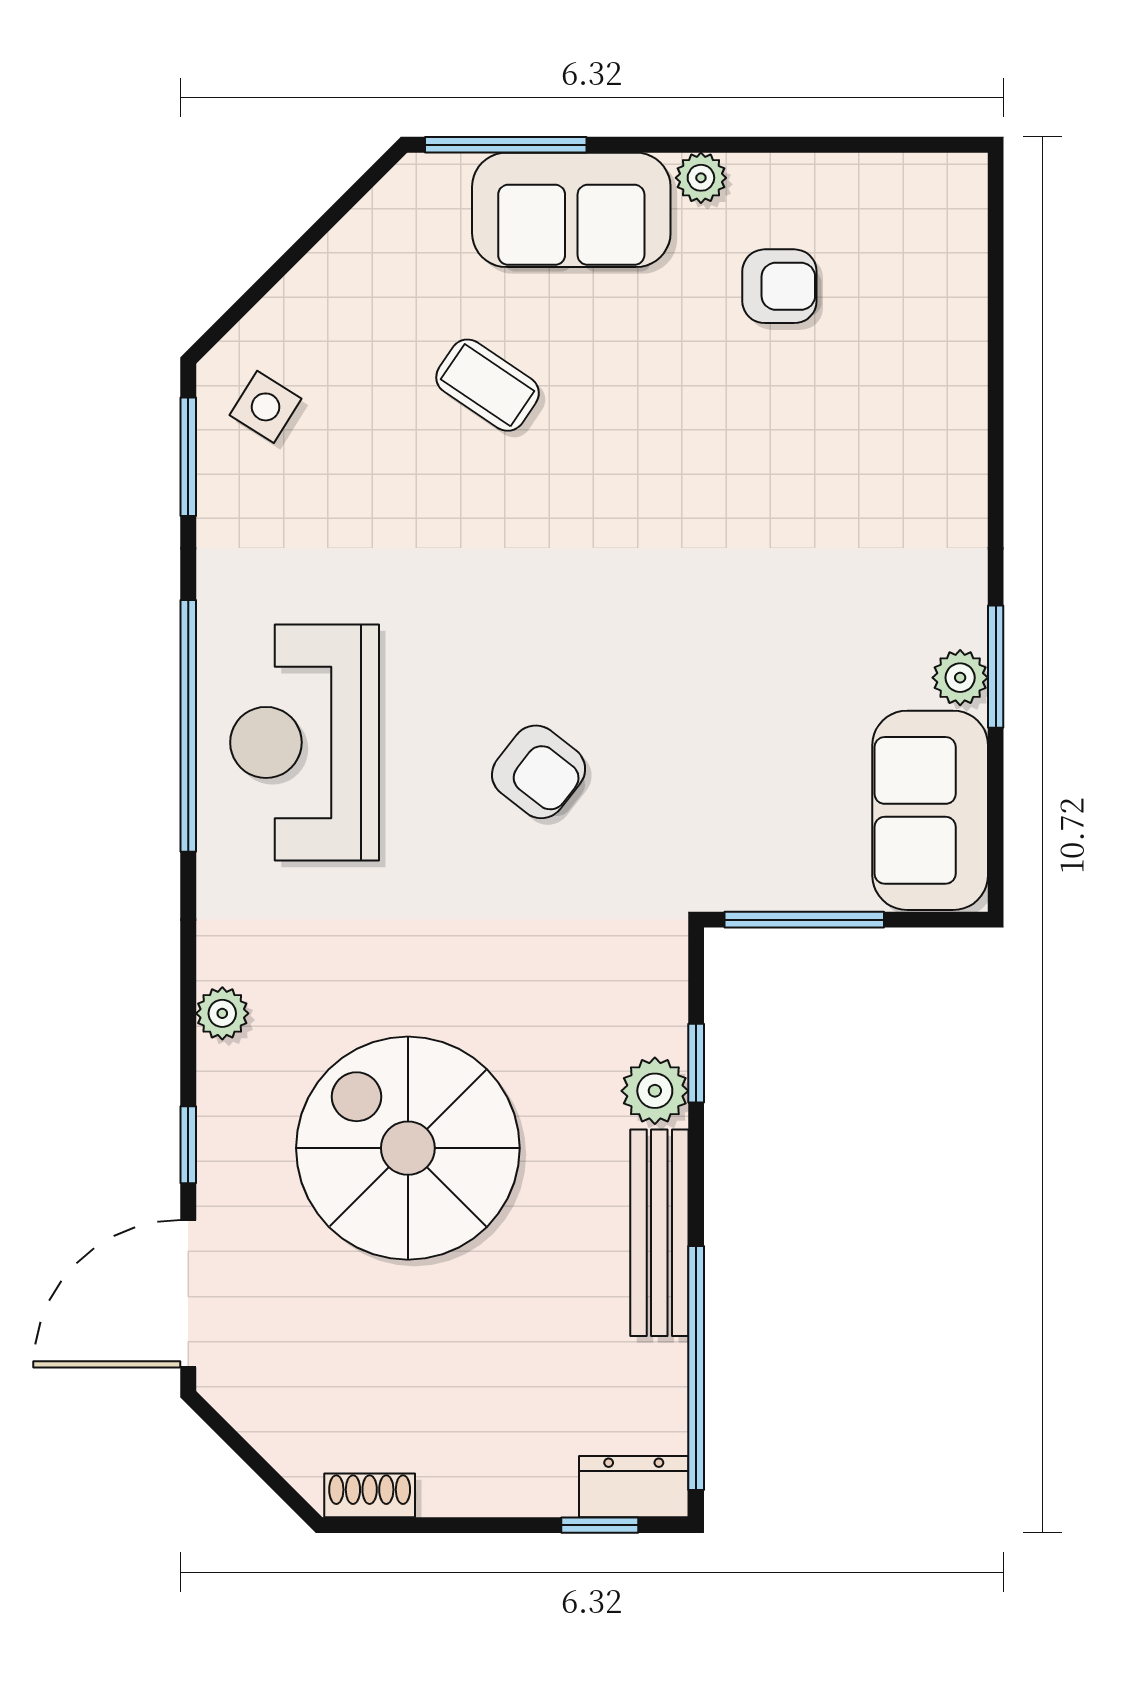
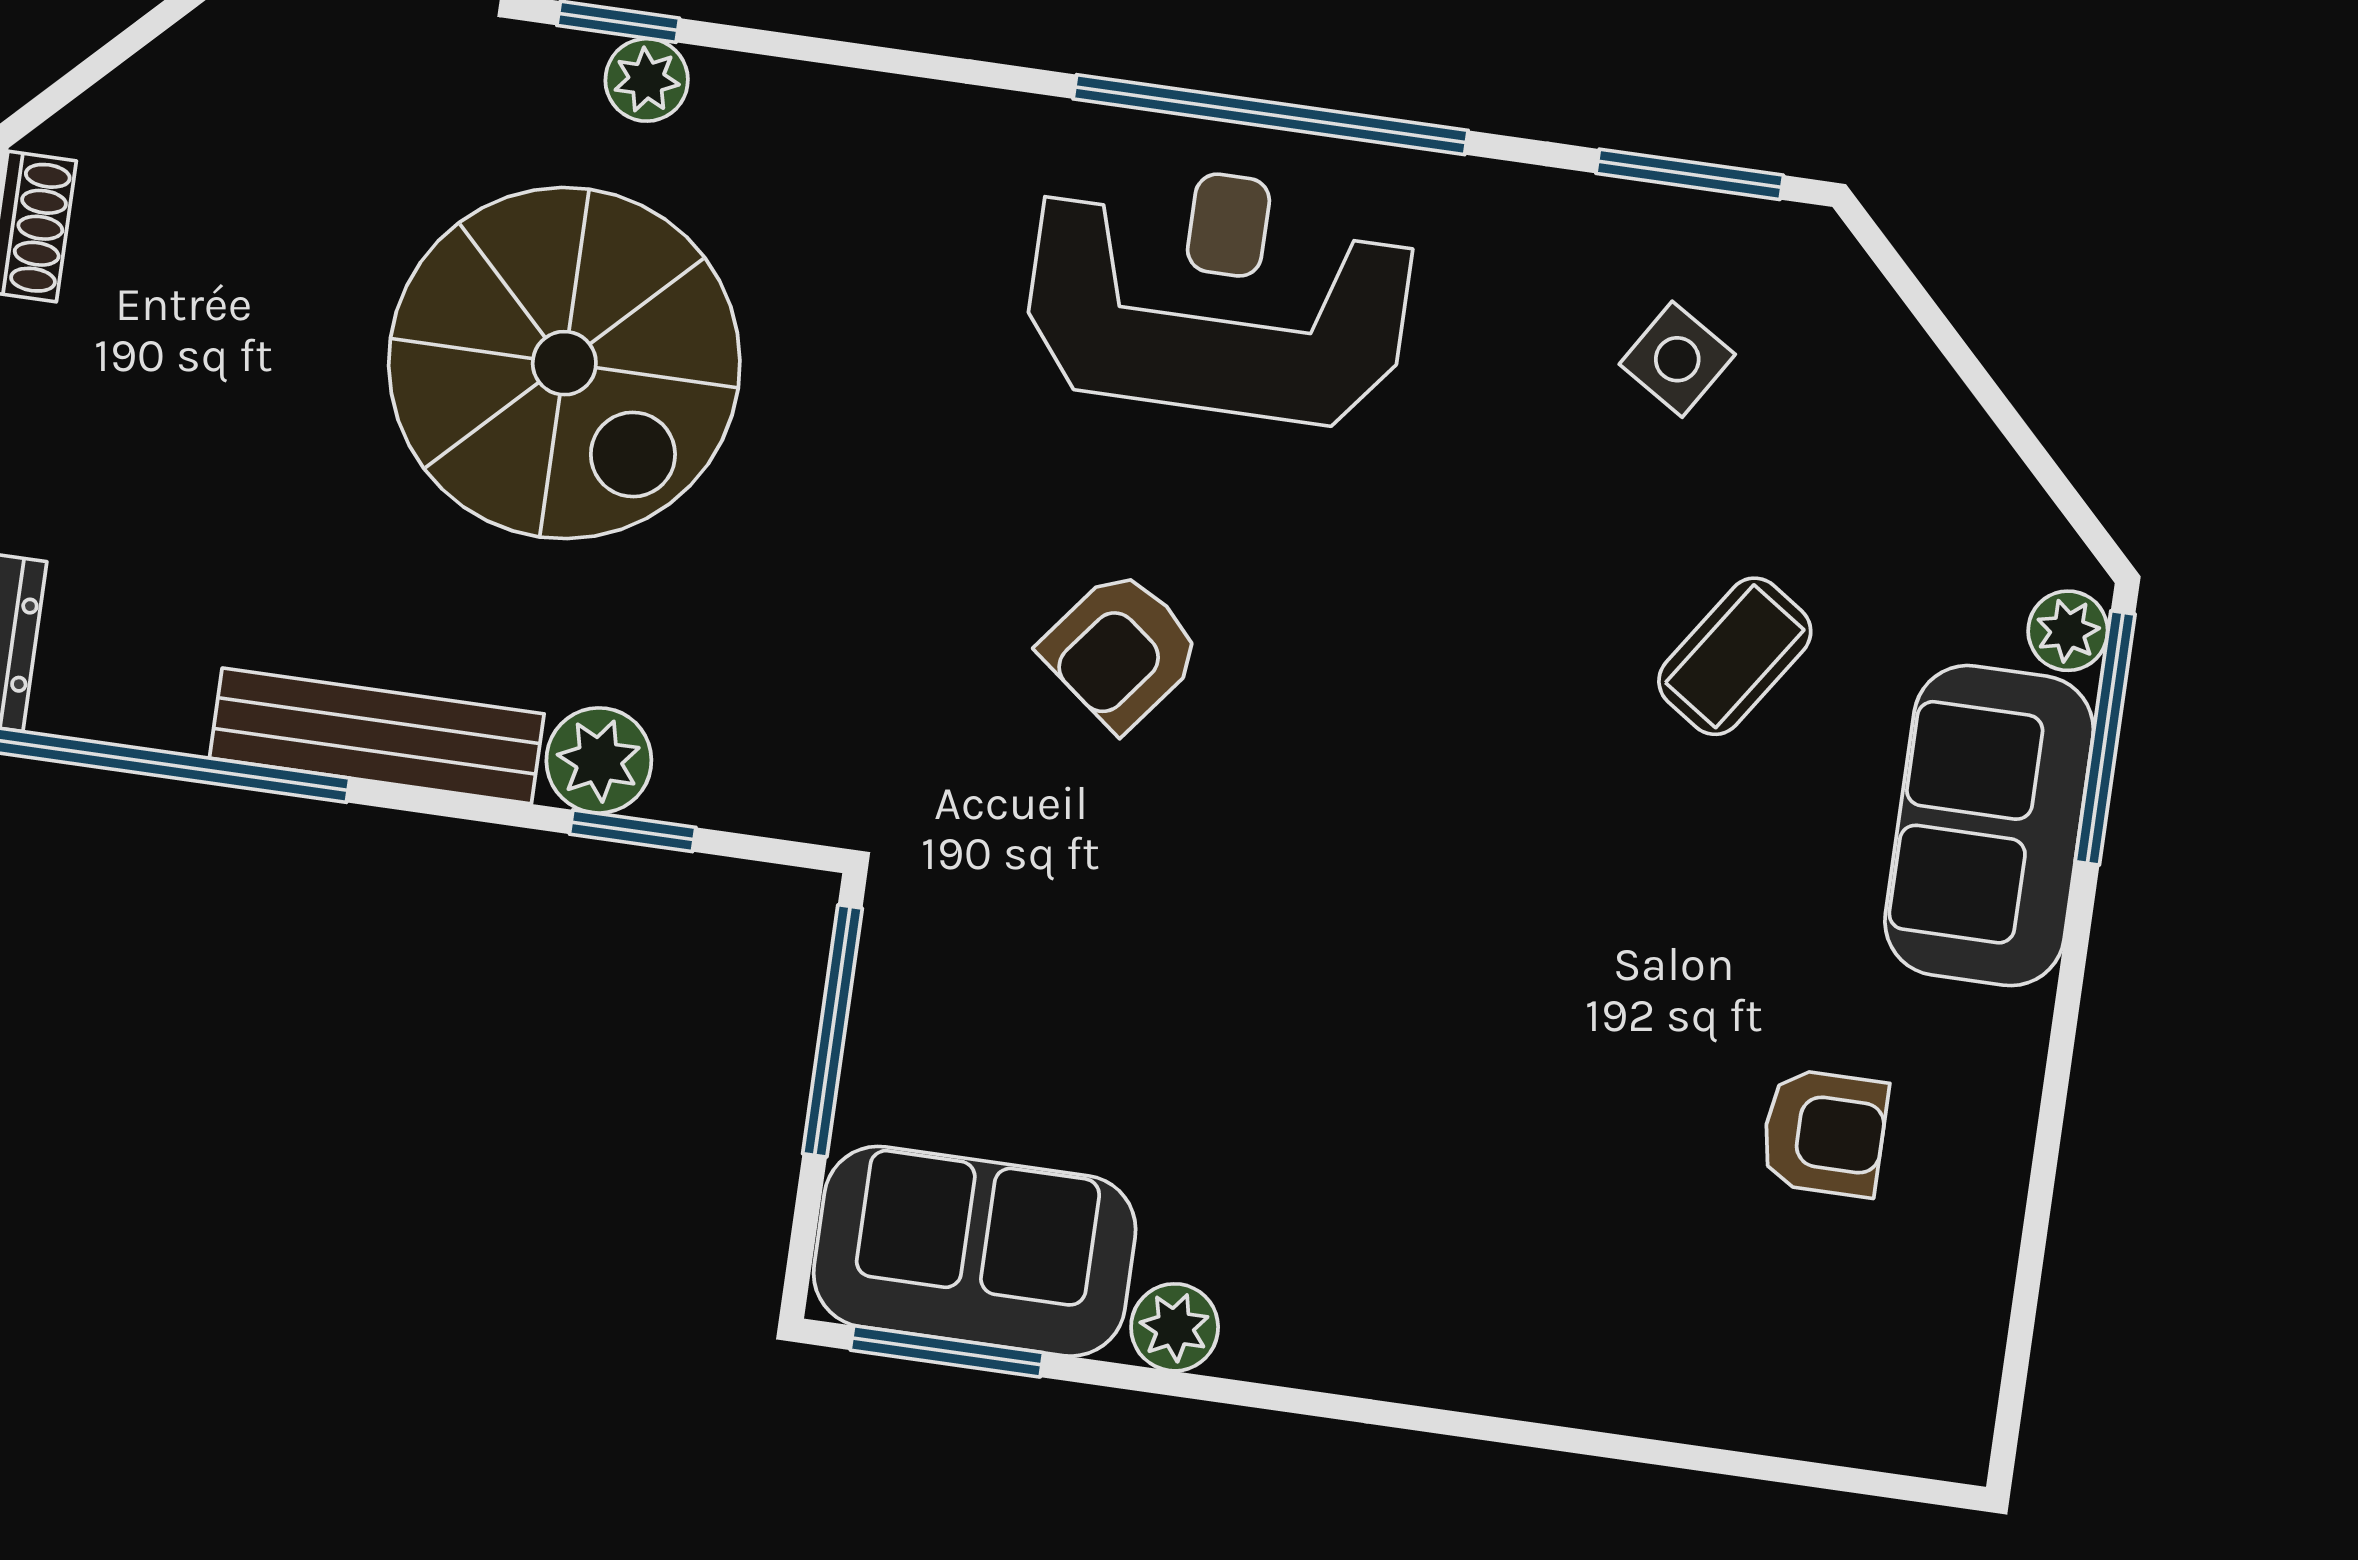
plant: (701, 178) -> (2068, 631), moved
armchair: (779, 286) -> (1824, 1133), turned -90
side table: (266, 407) -> (1677, 359), moved
window: (996, 667) -> (947, 1351), moved
plant: (222, 1013) -> (647, 80), moved
spiral stairs: (408, 1148) -> (564, 363), turned 90

